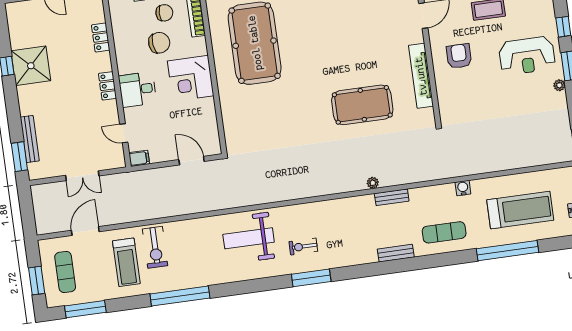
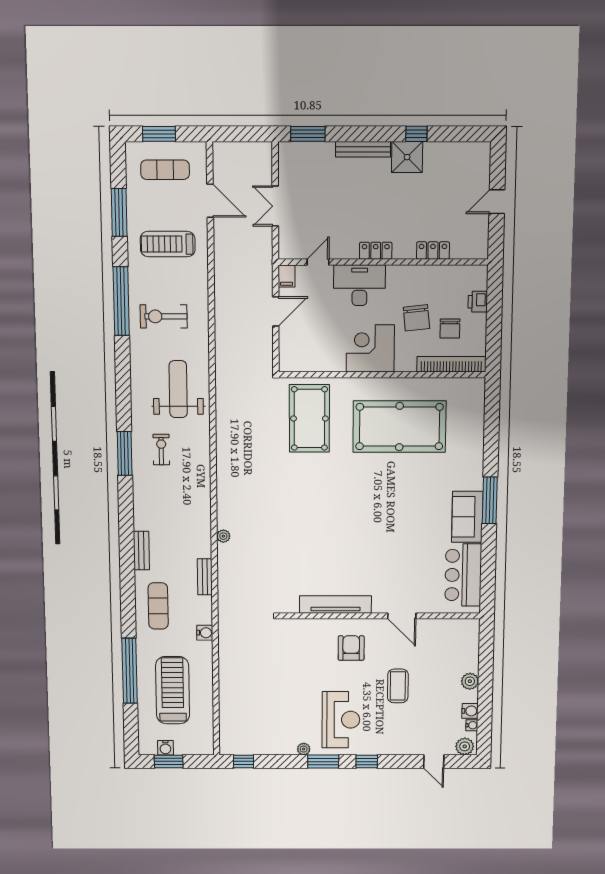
armchair: (459, 56) -> (351, 648), turned -90
reception desk: (527, 56) -> (341, 720), turned 180
shower: (31, 66) -> (407, 157), width x0.73, depth x0.73
desk: (138, 89) -> (359, 285), width x1.37
pool table: (362, 105) -> (309, 418), moved
bench: (30, 139) -> (363, 149), moved
door: (192, 161) -> (276, 311), moved
bench: (392, 197) -> (205, 577), moved
treadmill: (520, 210) -> (173, 690), turned 180
exercise bike: (155, 247) -> (164, 316), moved
window: (85, 309) -> (119, 212), moved

